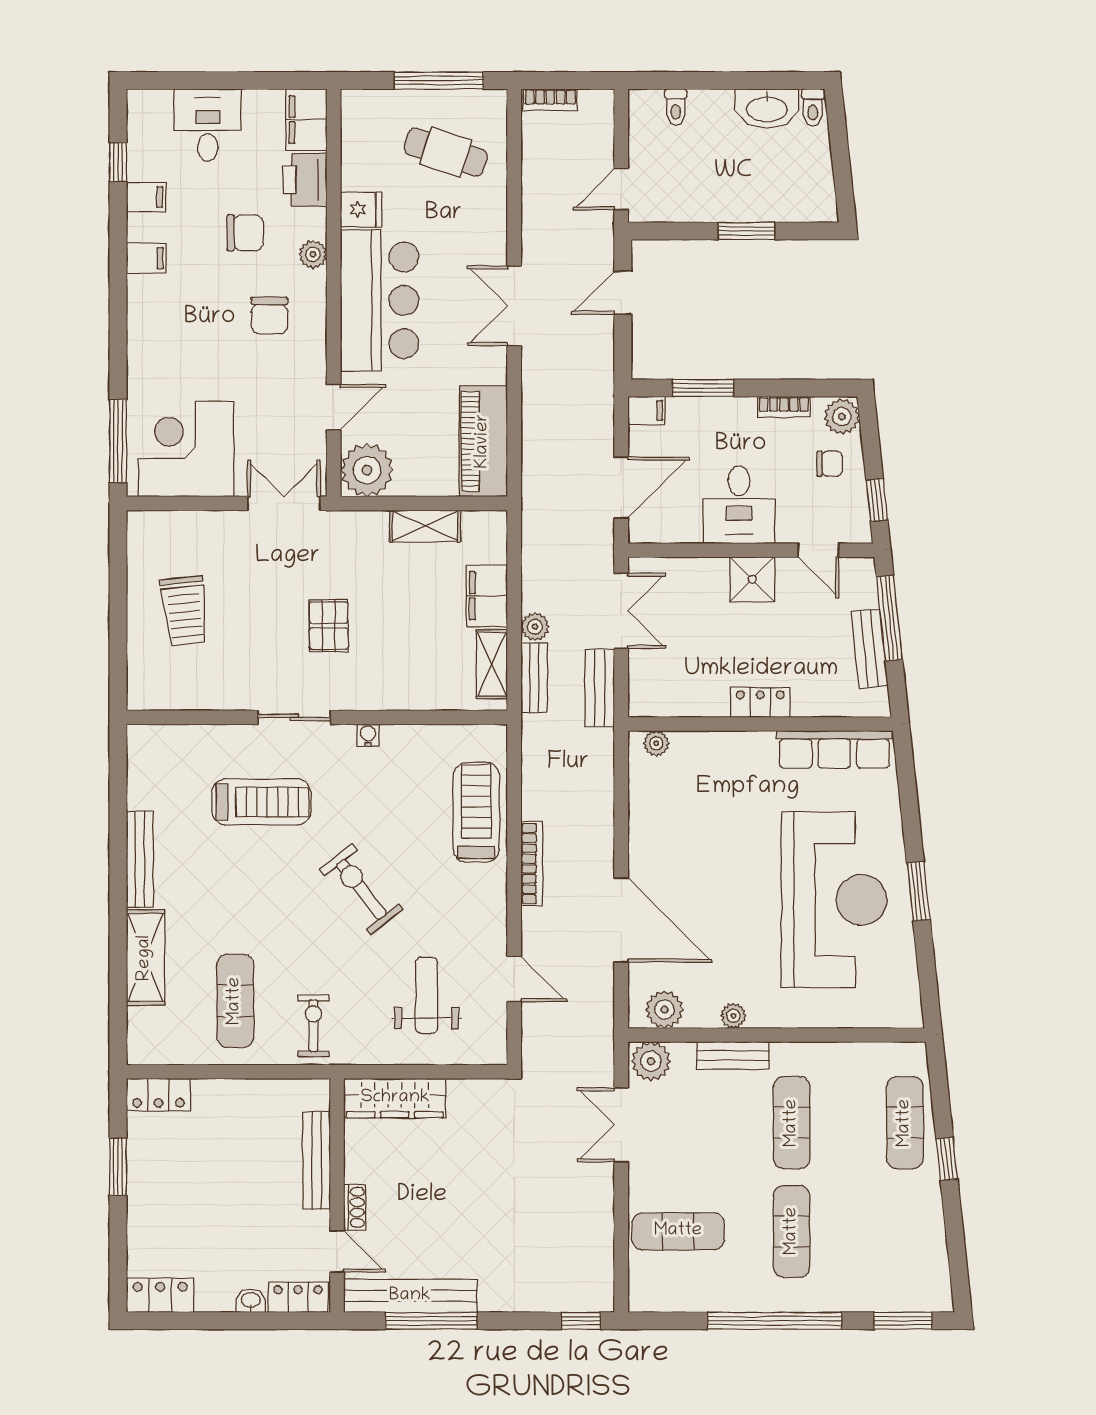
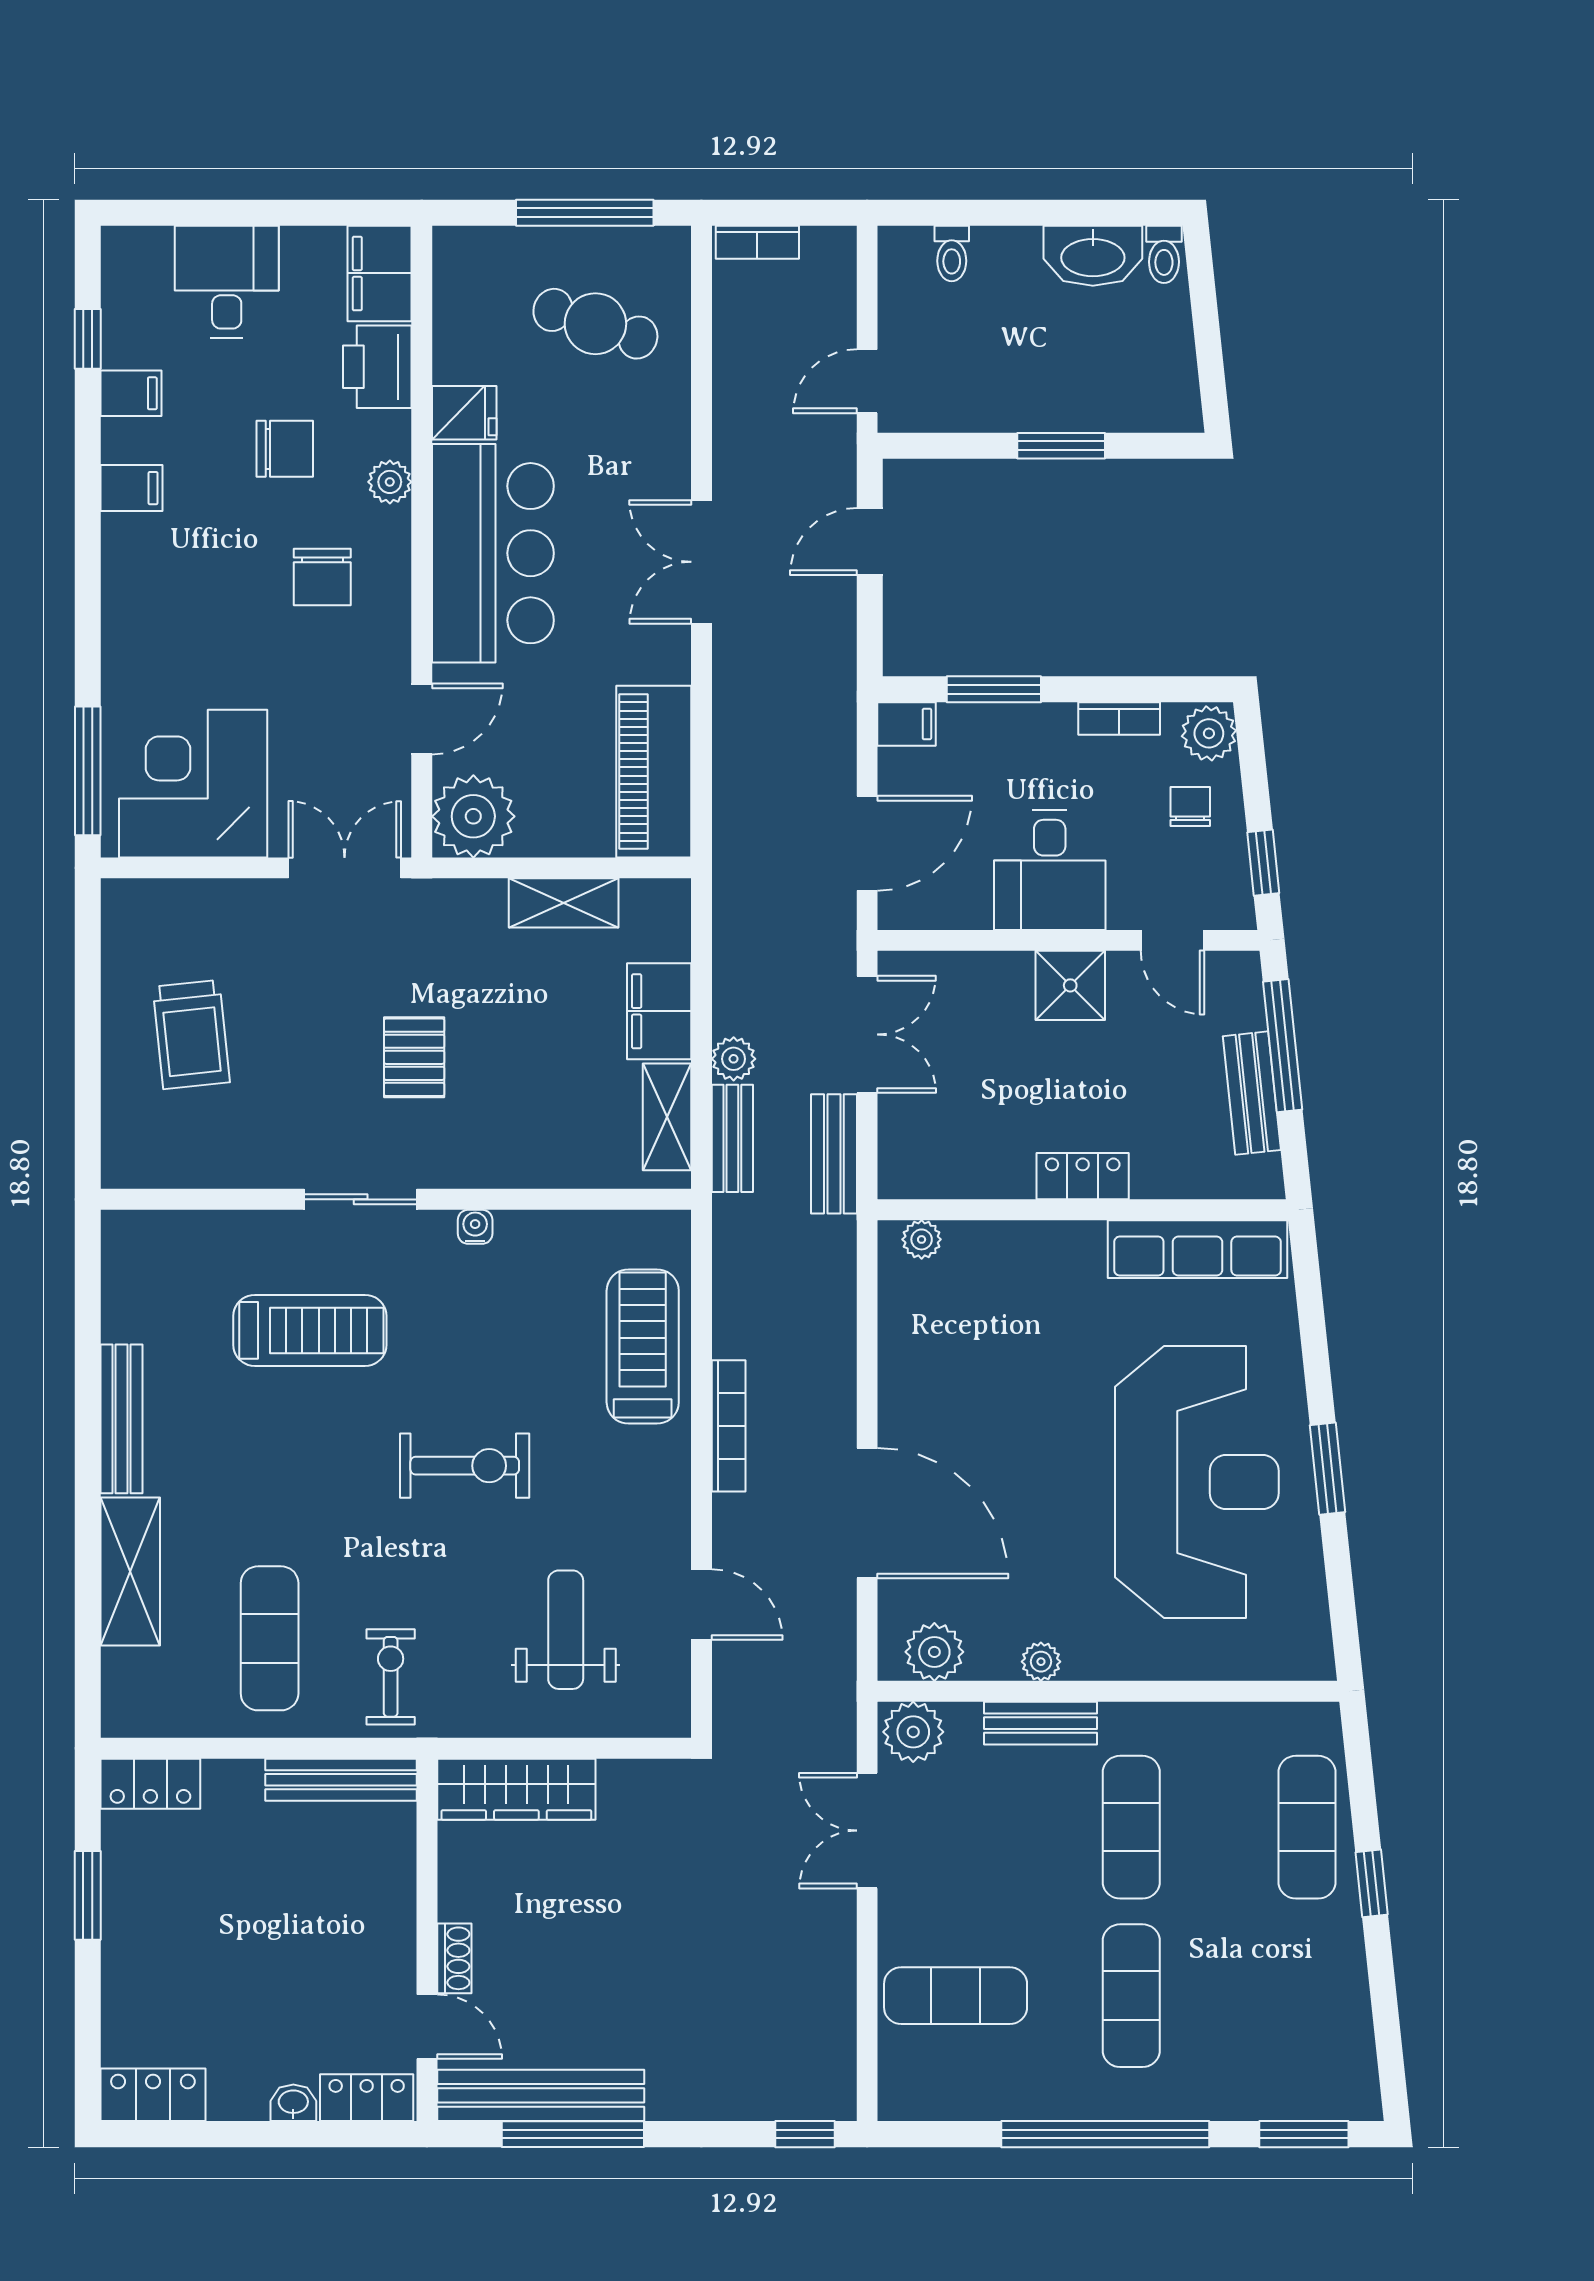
chair: (830, 464) -> (1190, 806), turned -90
exercise bike: (361, 889) -> (465, 1466), turned 128
bench: (317, 1160) -> (341, 1780), moved, turned 90

